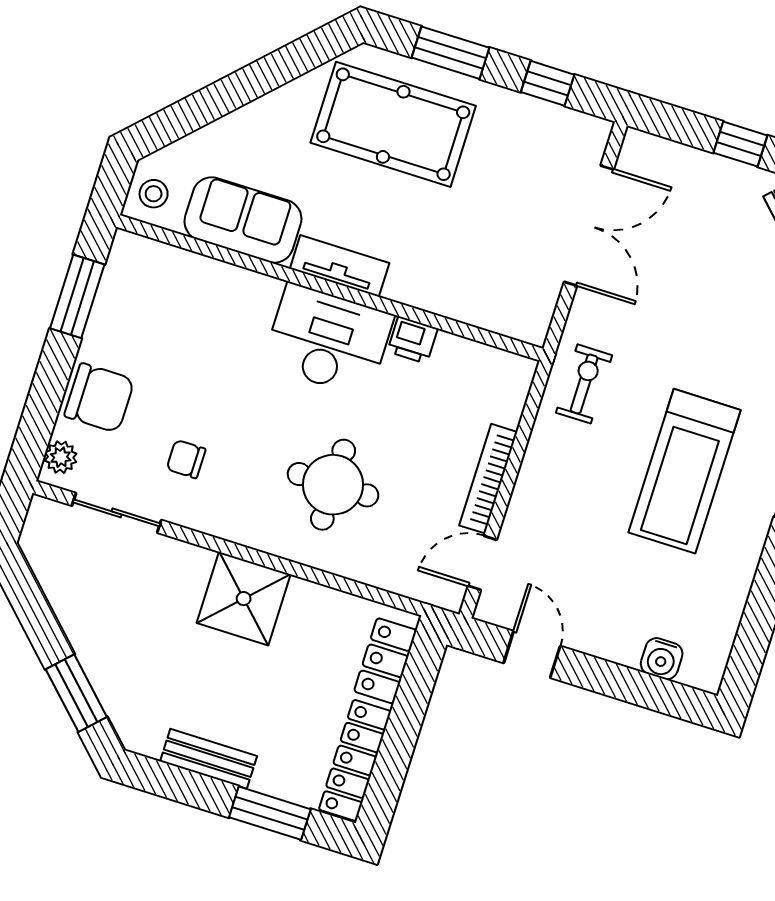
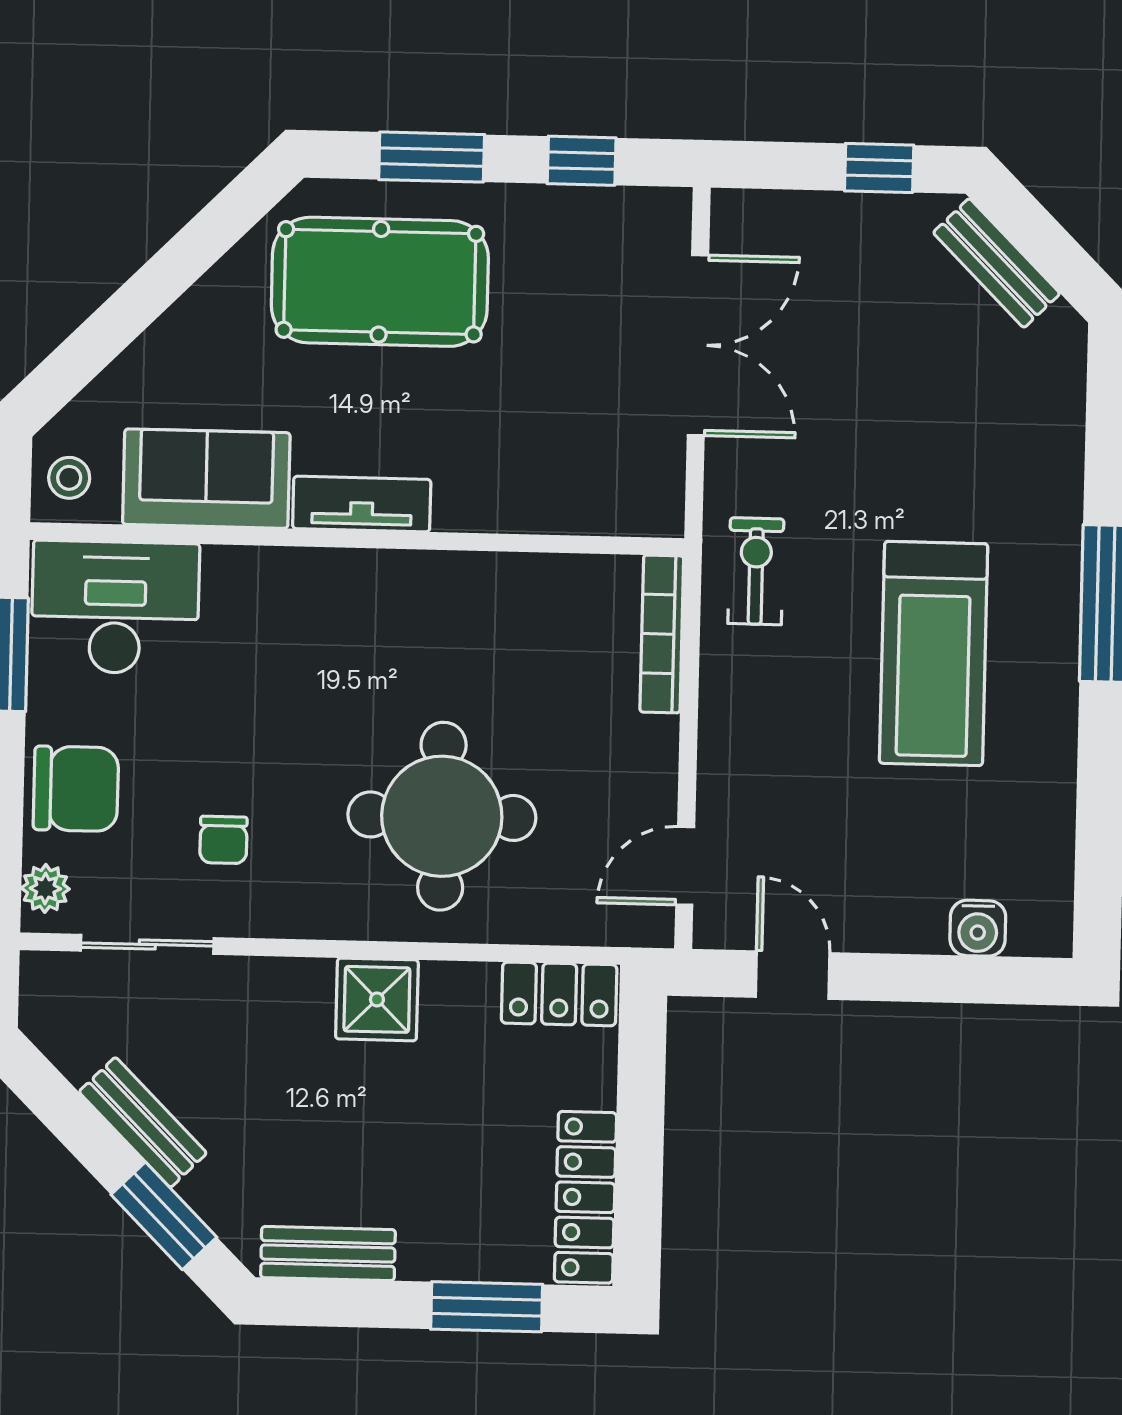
desk: (328, 340) -> (115, 607), moved
printer: (413, 340) -> (495, 579), removed
chair: (186, 459) -> (223, 840), turned -90
bookcase: (488, 479) -> (662, 634), moved
round table: (333, 485) -> (442, 816), width x1.36, depth x1.36
shower: (244, 599) -> (377, 999), width x0.73, depth x0.73
bench: (80, 628) -> (143, 1122), added
locker: (385, 661) -> (559, 994), moved, turned -90
bench: (209, 759) -> (328, 1254), moved

